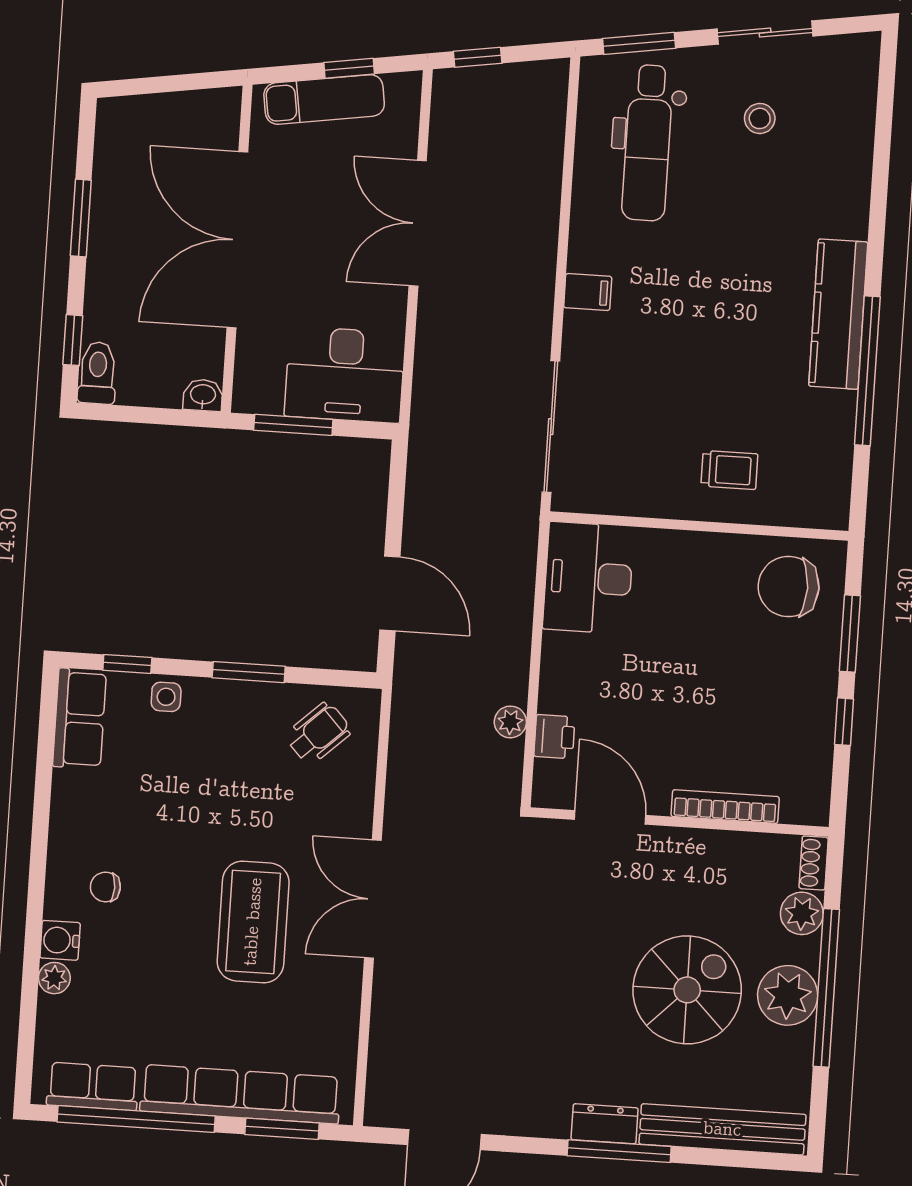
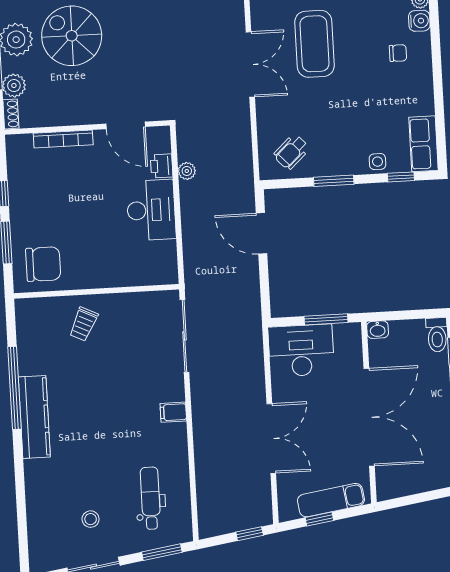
dental chair: (648, 143) -> (150, 498), width x0.73, depth x0.72
trolley: (729, 470) -> (84, 324), turned -64
desk: (588, 578) -> (151, 210), moved
spiral stairs: (687, 990) -> (72, 36), turned 90

